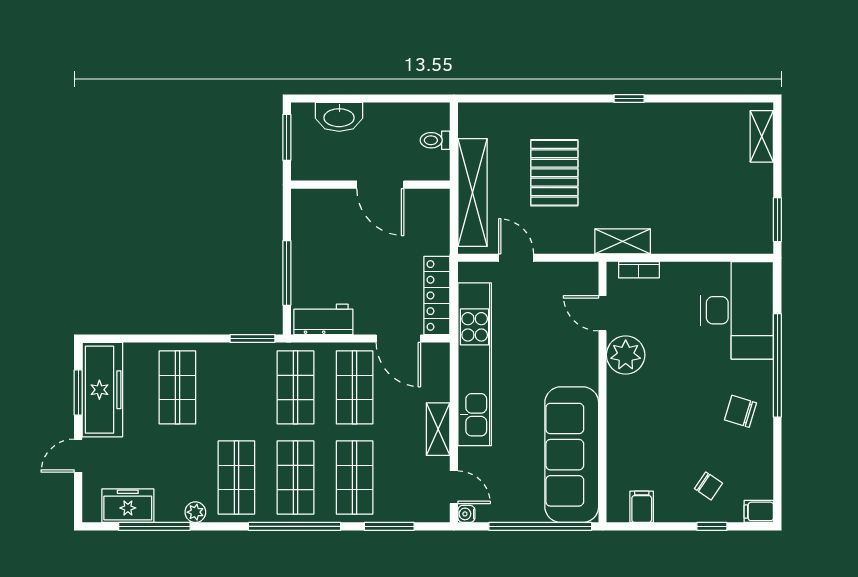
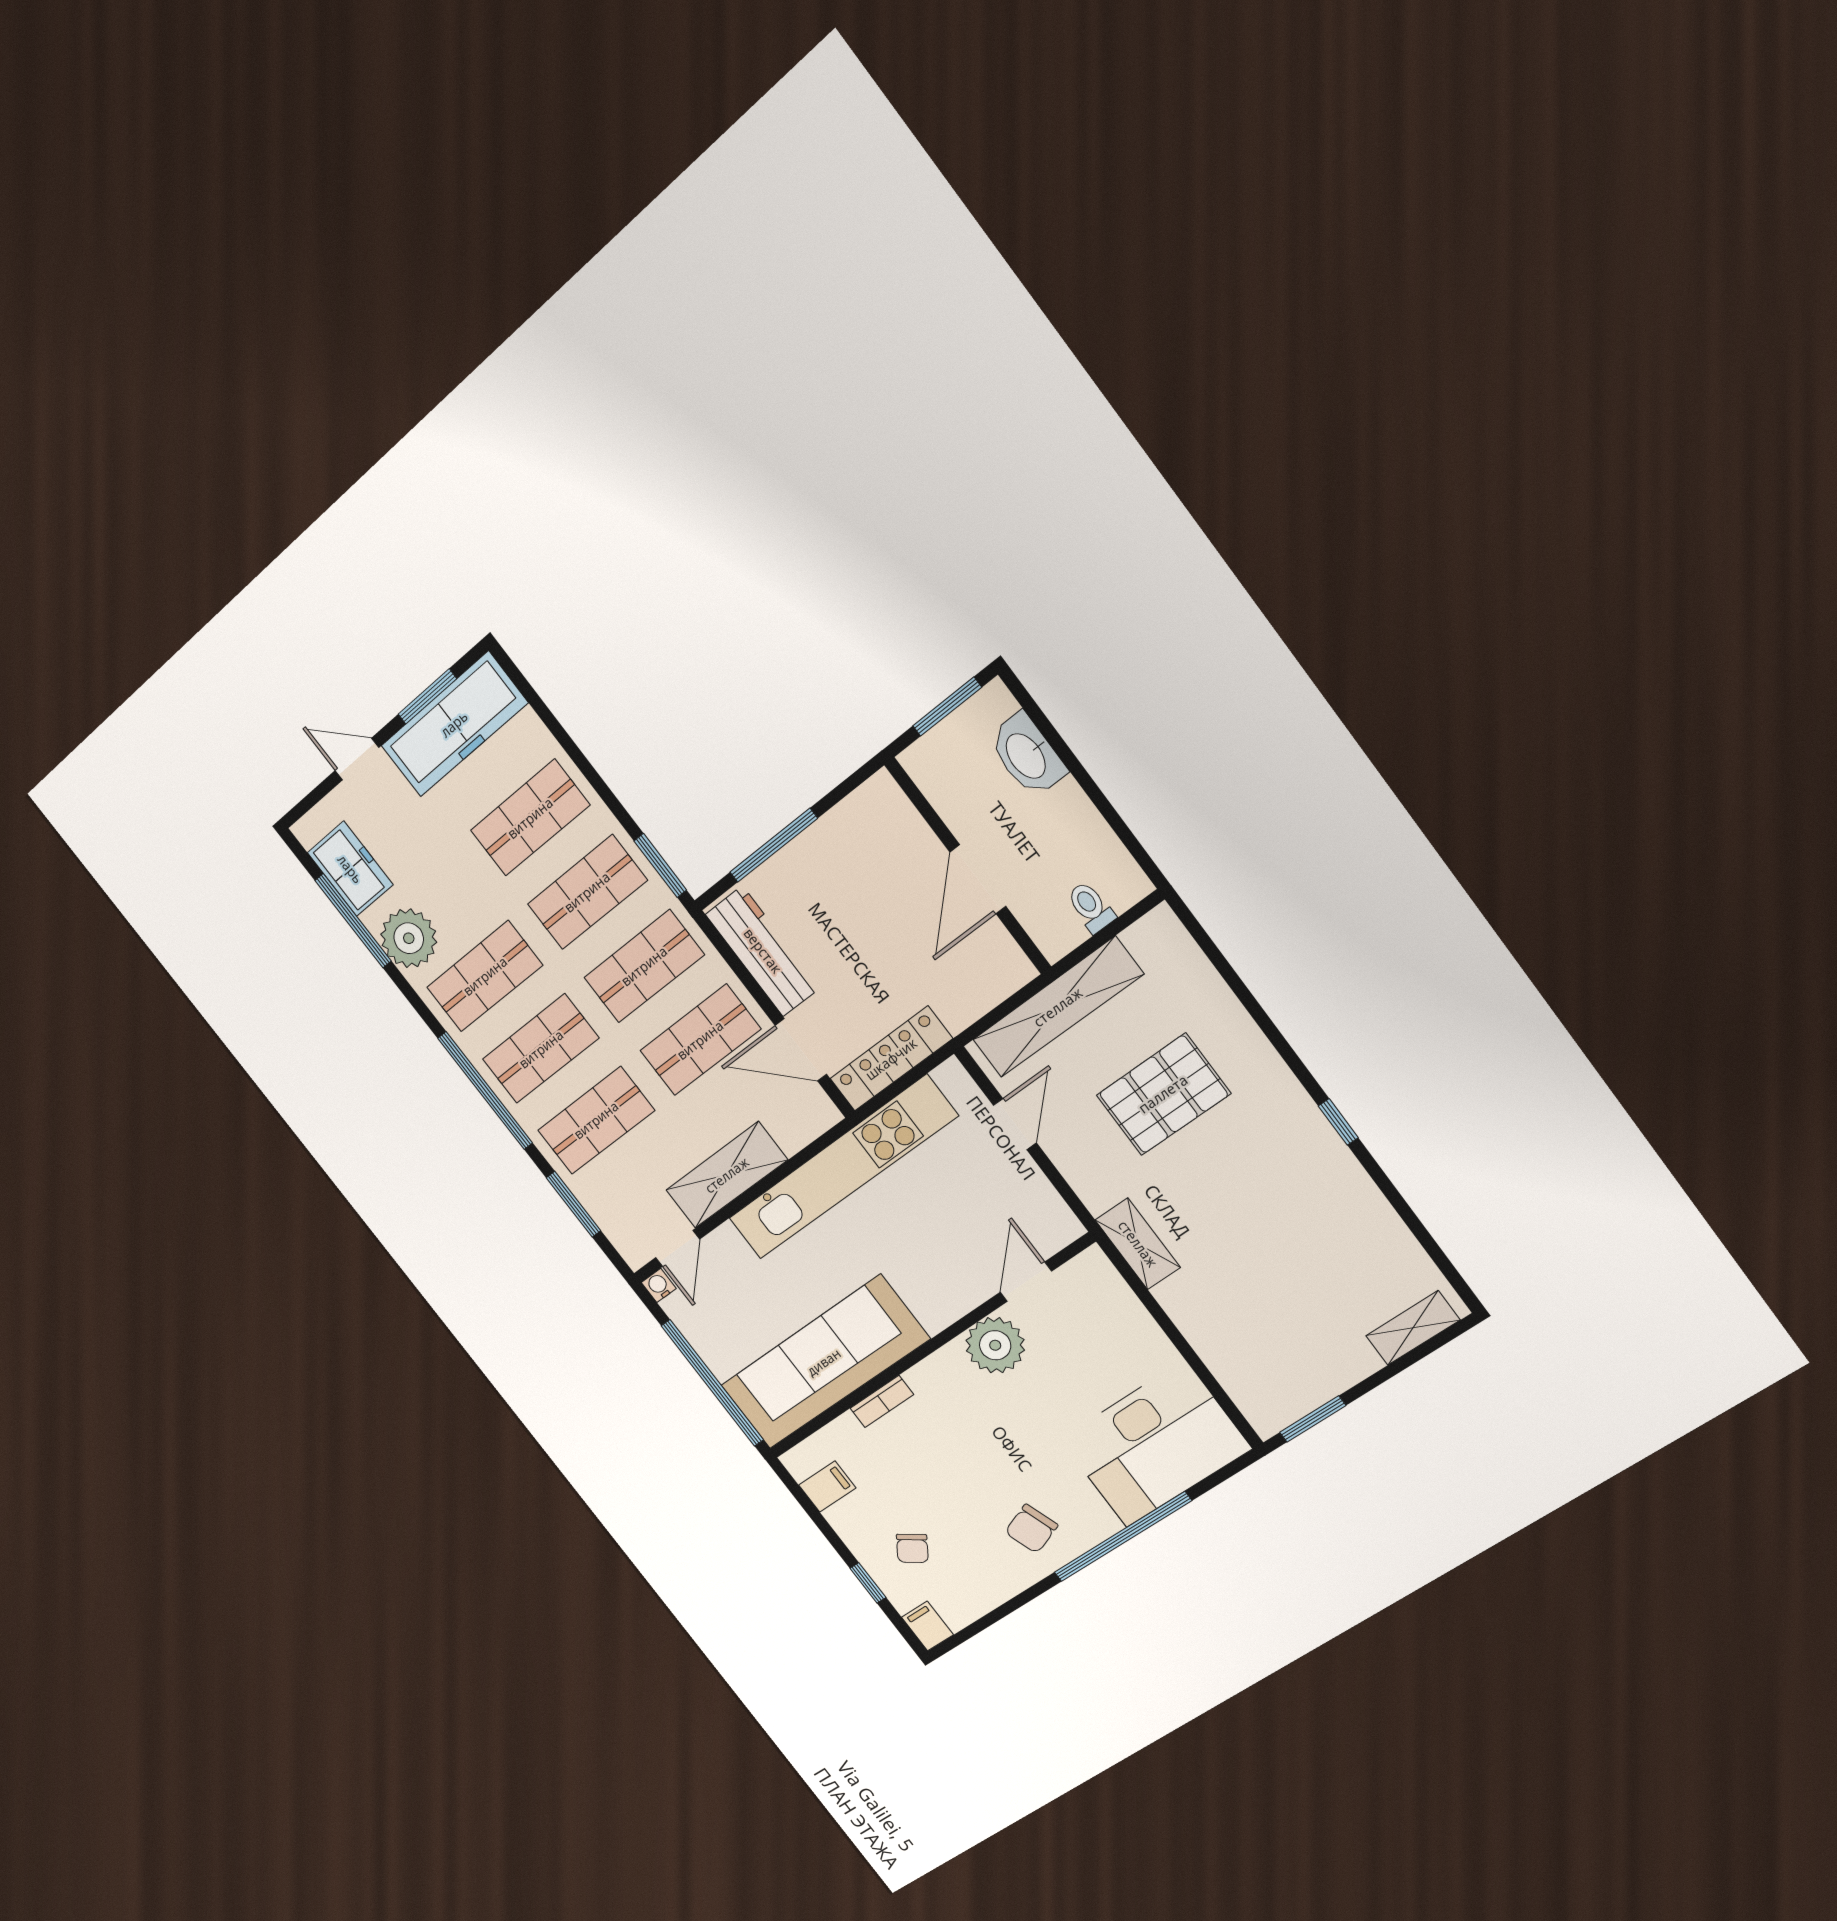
bookcase: (639, 270) -> (882, 1401), moved, turned -90
workbench: (323, 319) -> (763, 951), width x1.38
door: (398, 339) -> (801, 1050), hinge flipped
shop shelf: (236, 387) -> (587, 892), added
chair: (740, 411) -> (1031, 1529), turned -127
shelving: (438, 429) -> (727, 1175), width x1.50, depth x1.33
plant: (195, 512) -> (409, 938), width x1.88, depth x1.88

